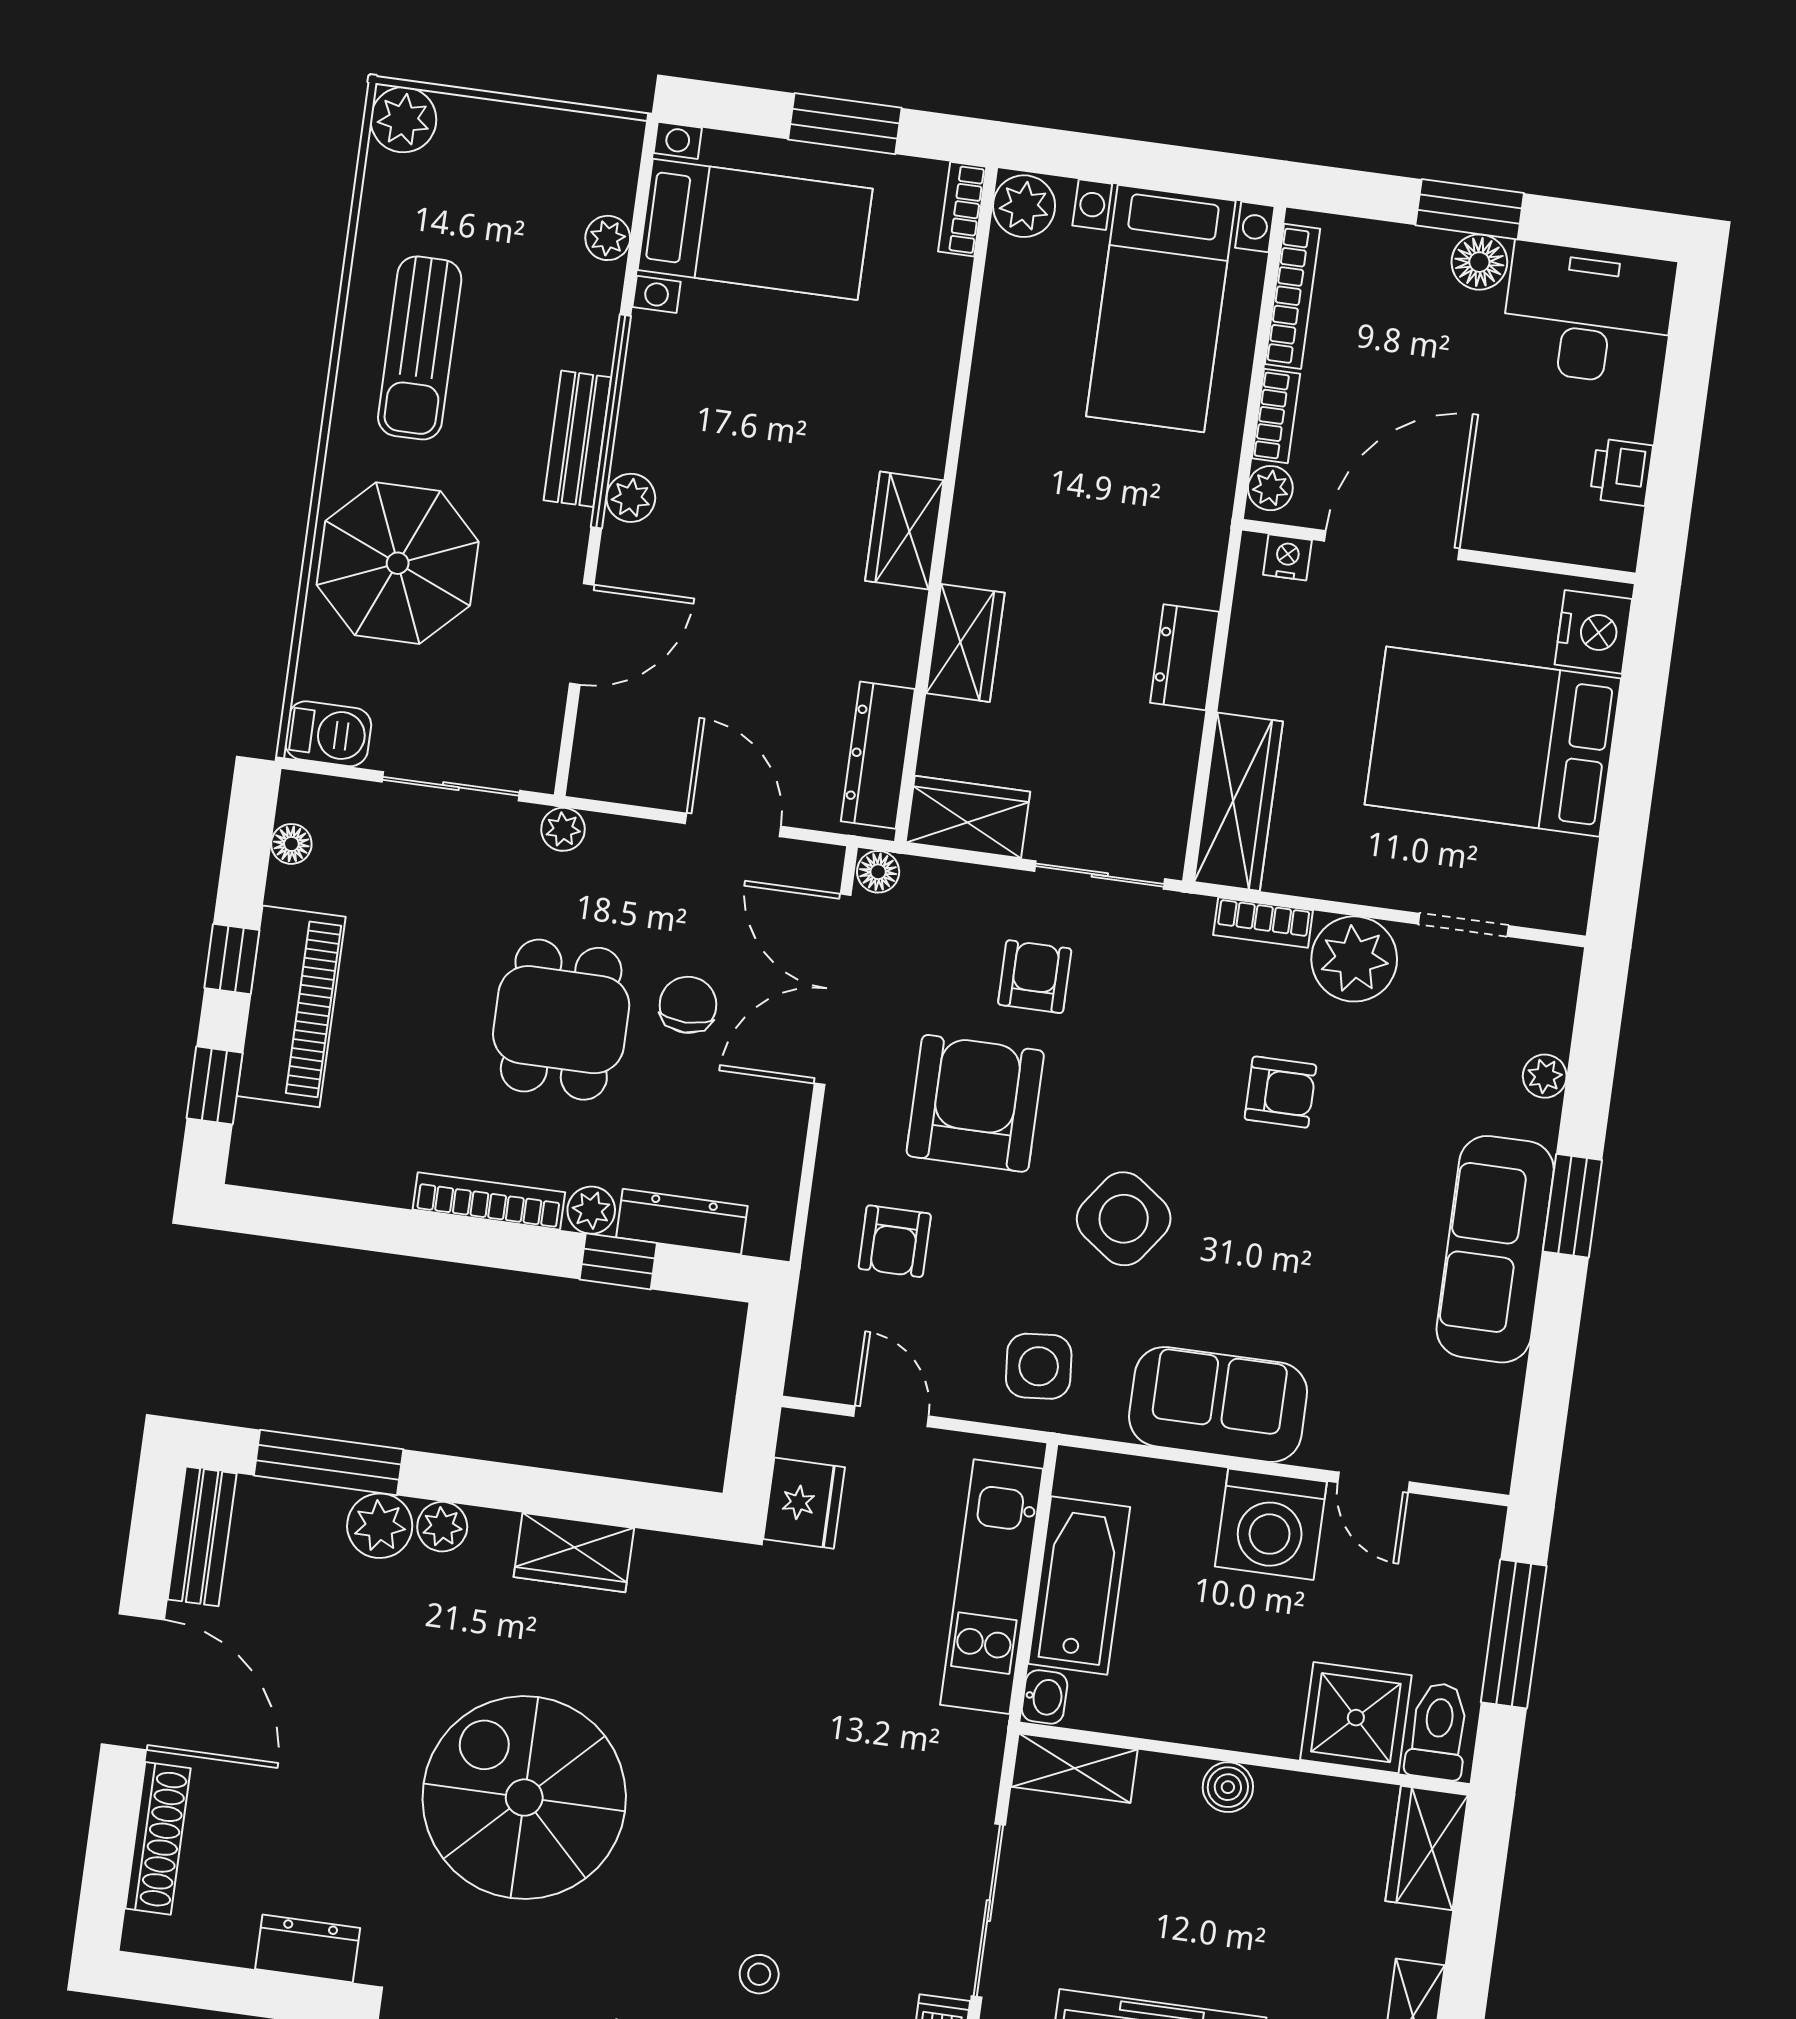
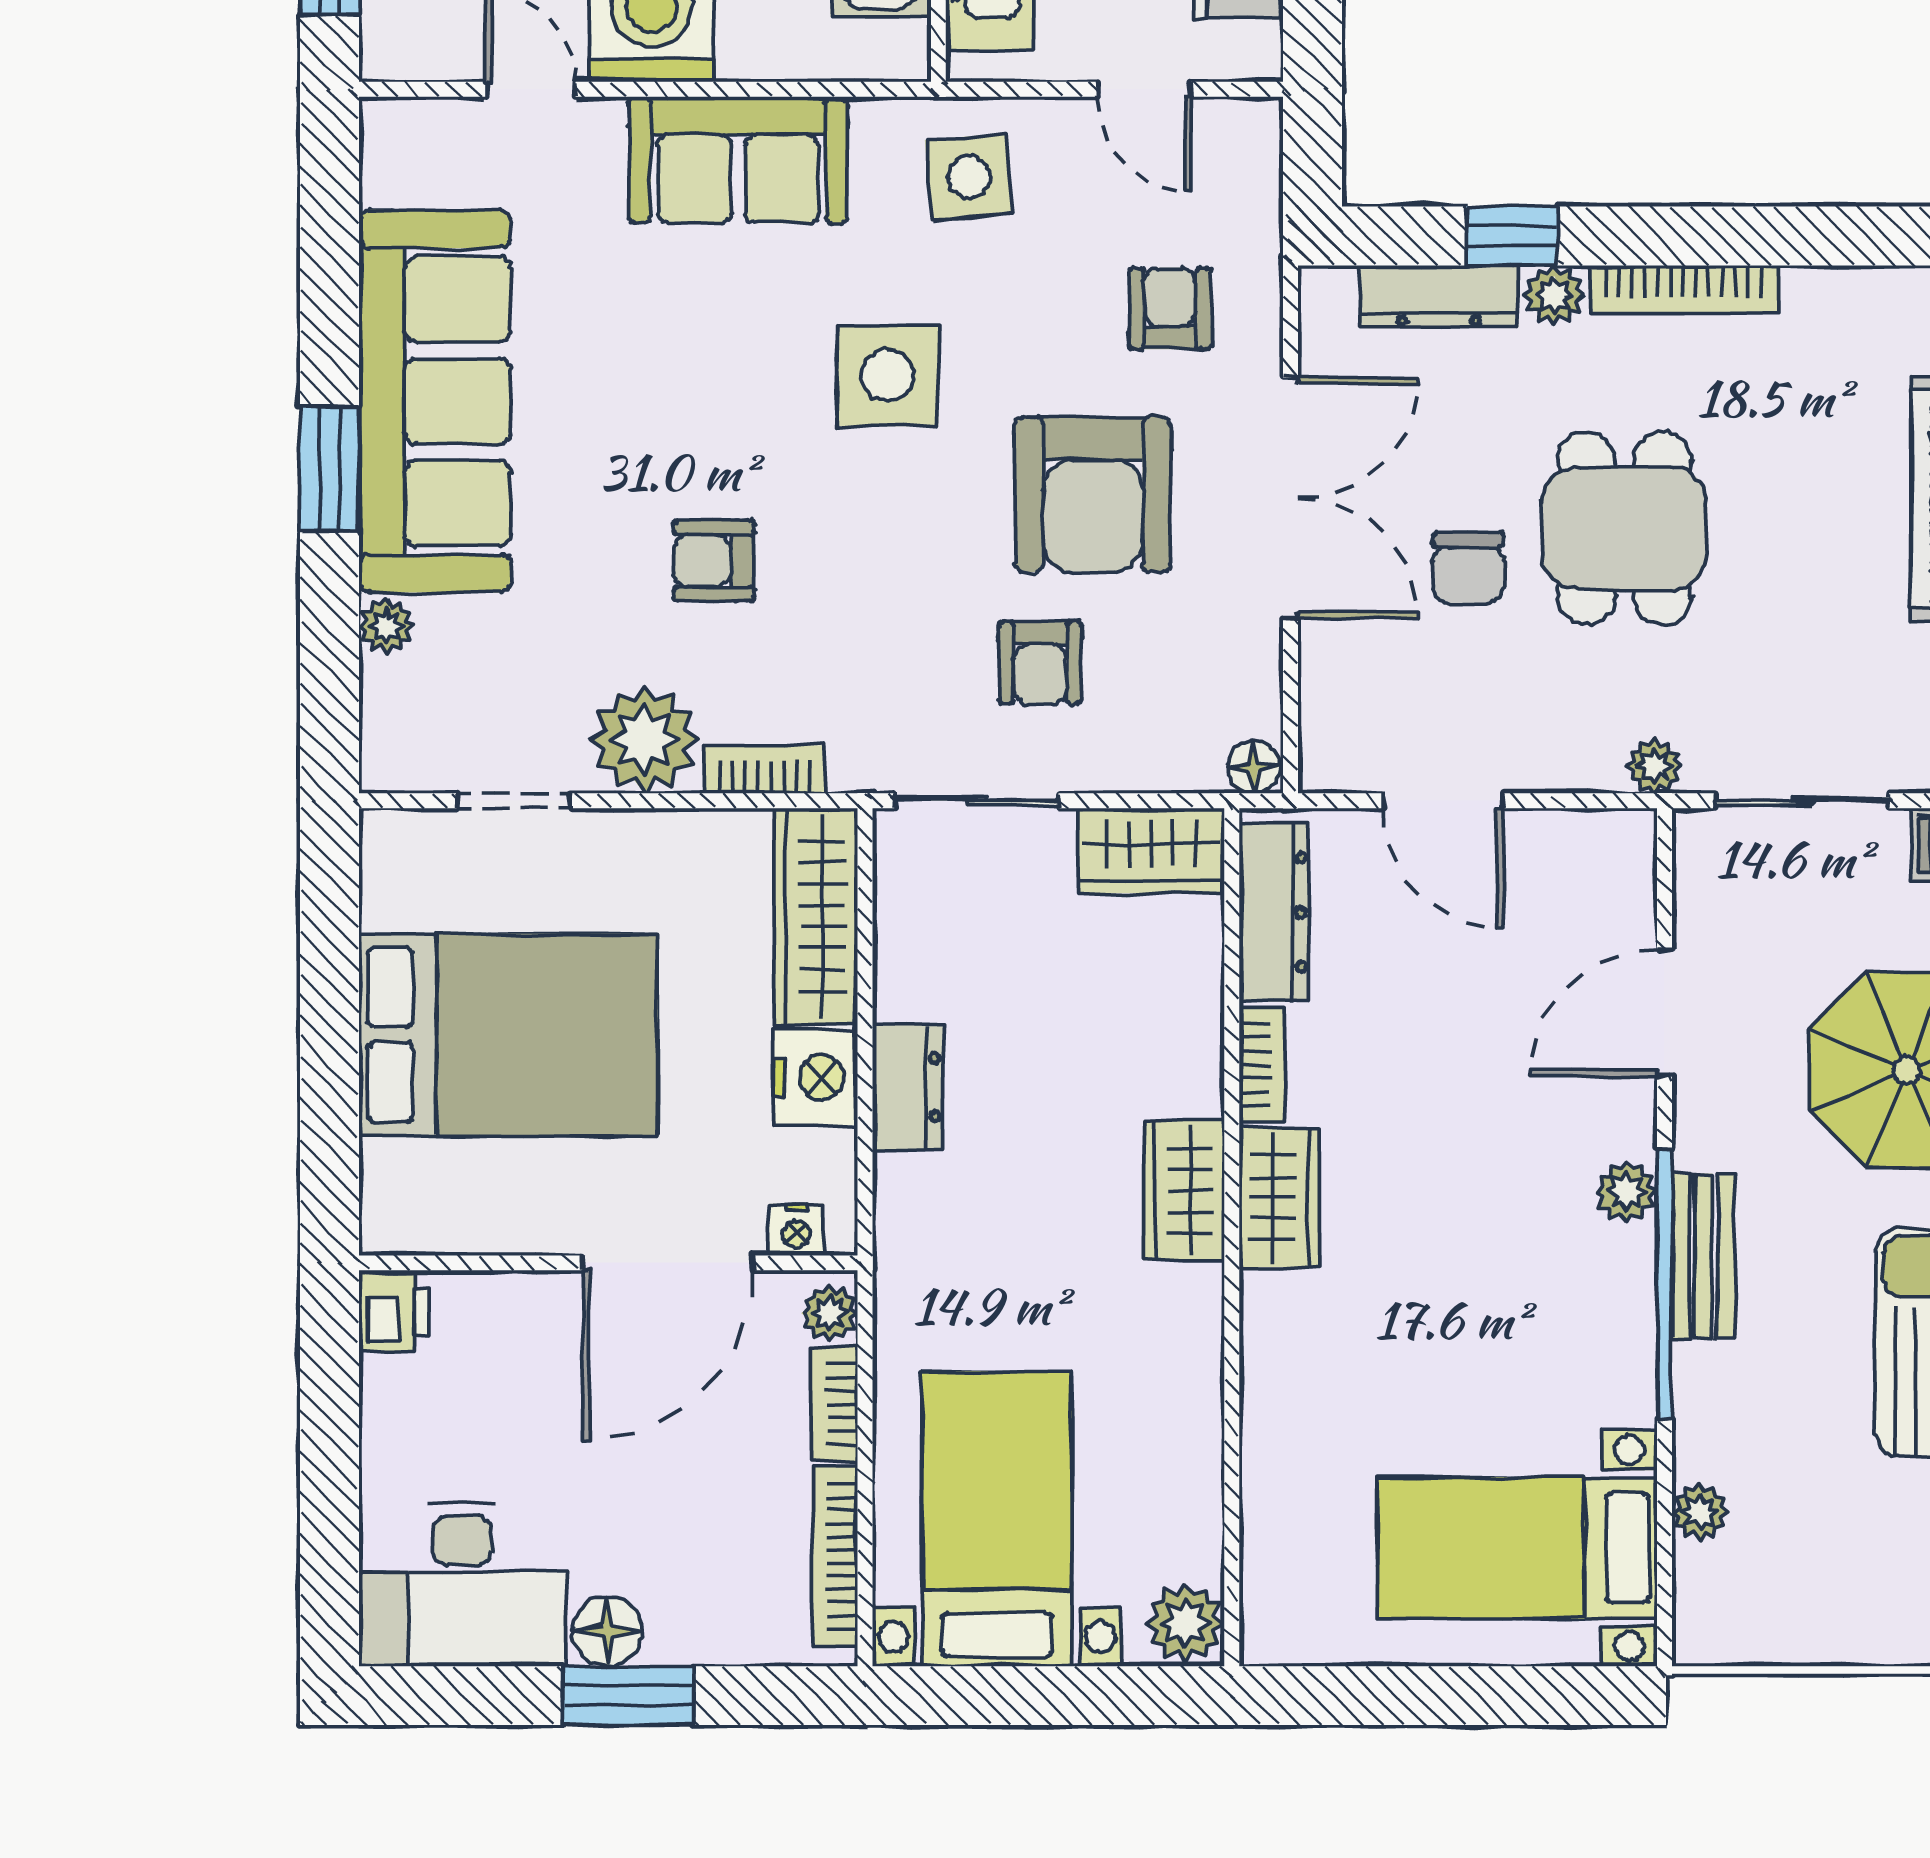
window: (845, 124) -> (1423, 1696), removed
bookcase: (962, 209) -> (1262, 1065), moved
printer: (1621, 472) -> (394, 1312), moved
nightstand: (1593, 632) -> (815, 1078), moved, turned 180
wardrobe: (965, 643) -> (1184, 1190), moved
double door: (833, 989) -> (1290, 498), moved
side table: (1124, 1219) -> (888, 376), turned -36
sofa: (1495, 1249) -> (435, 401), width x1.36, depth x1.27

